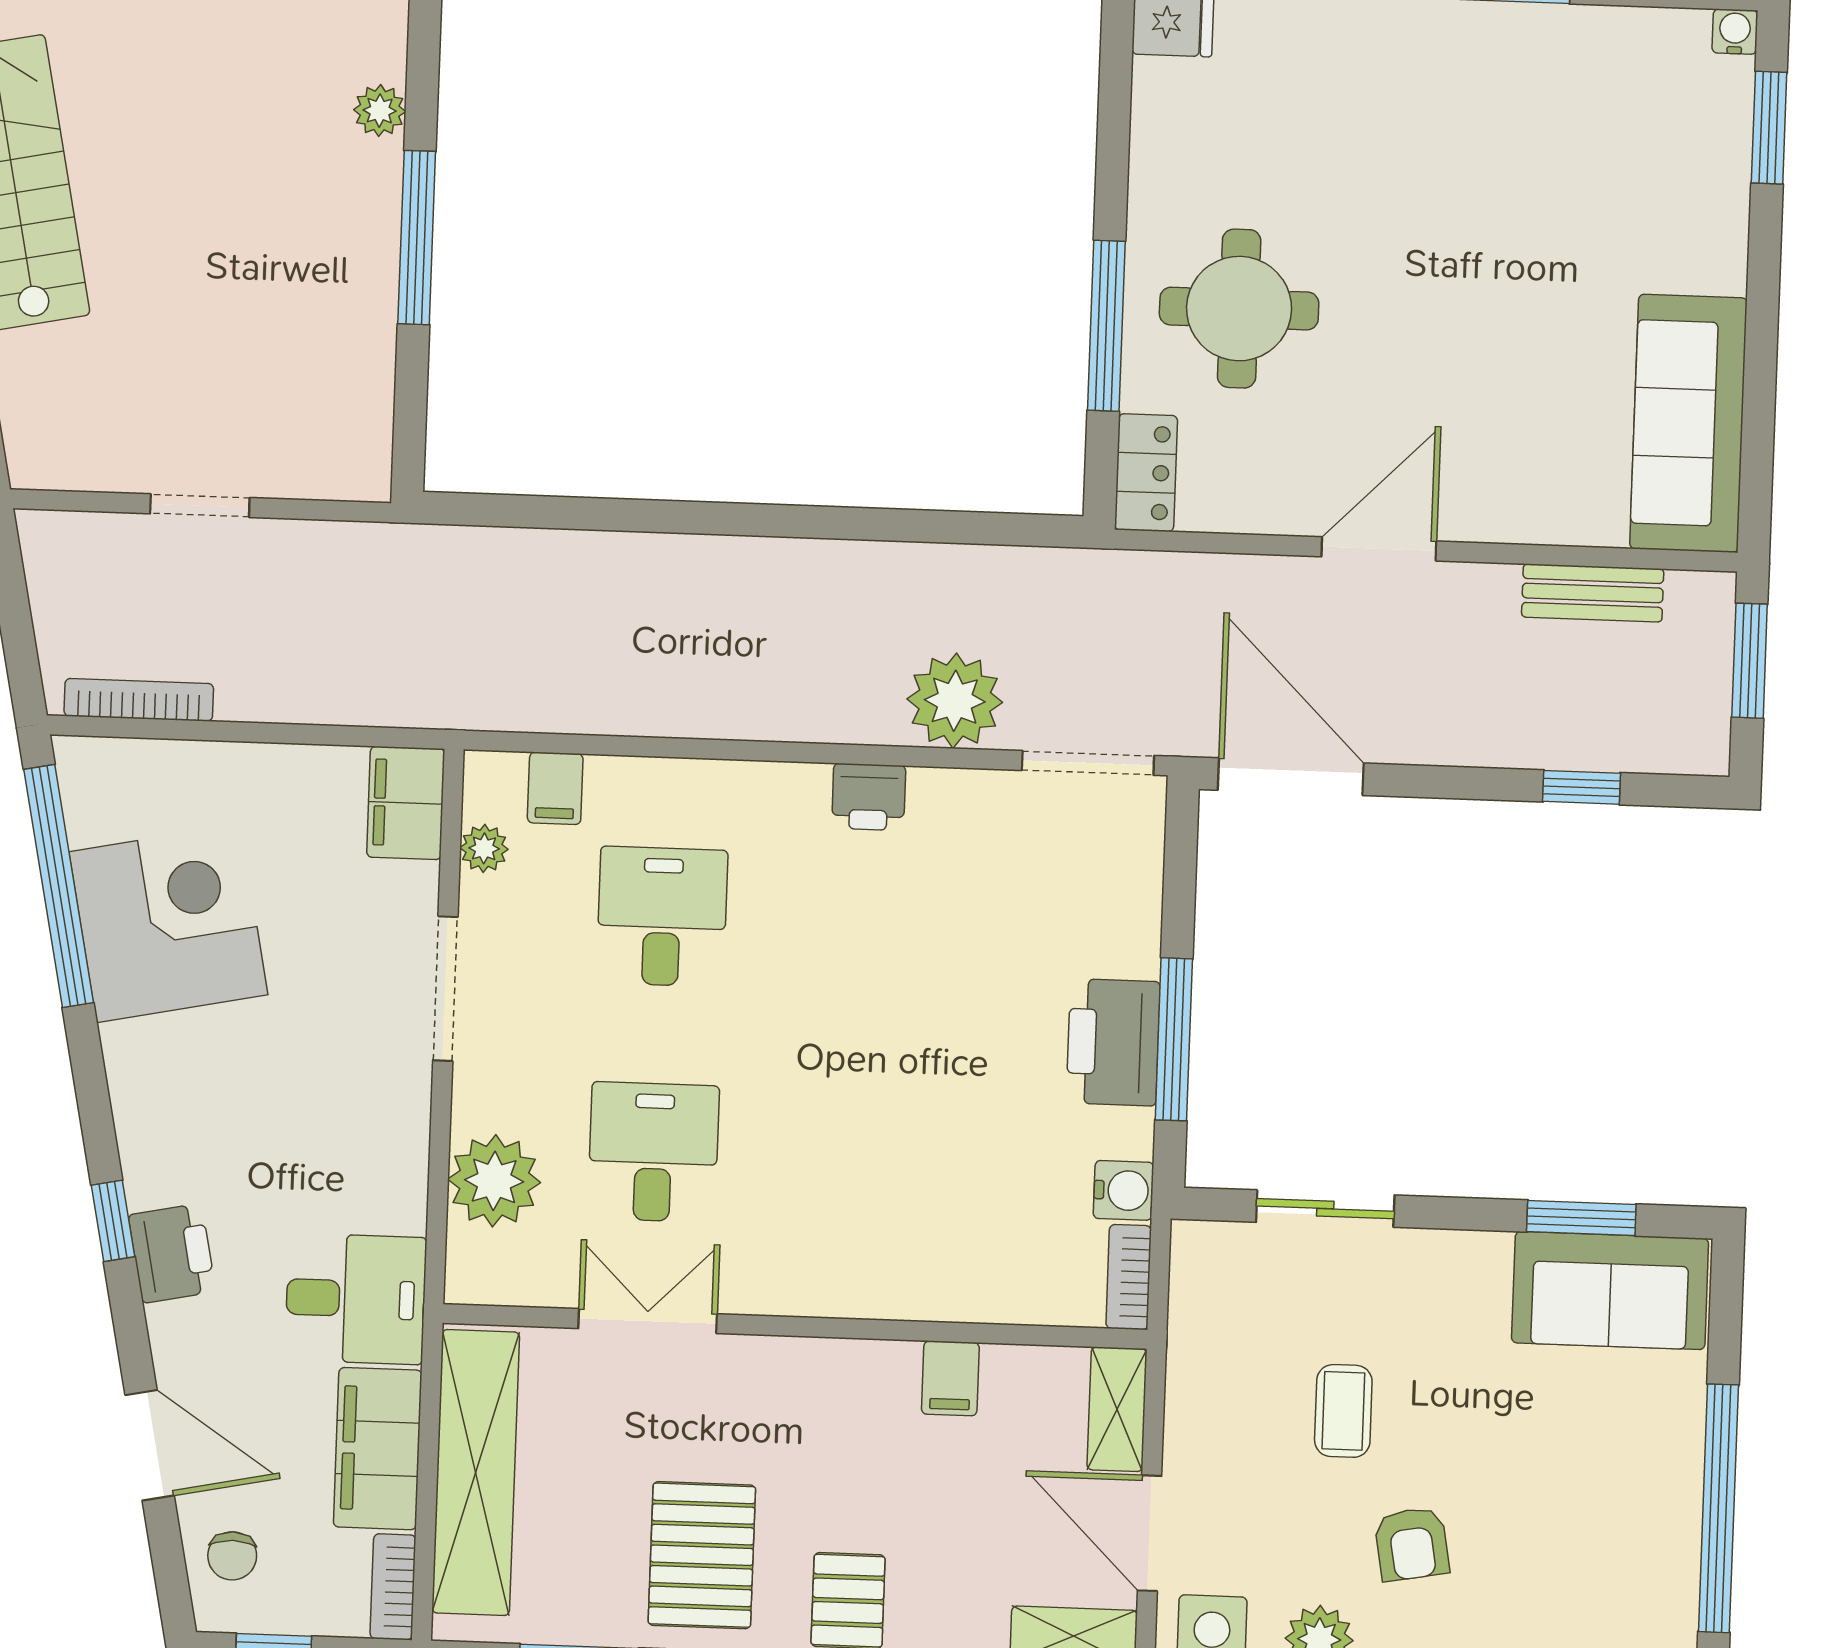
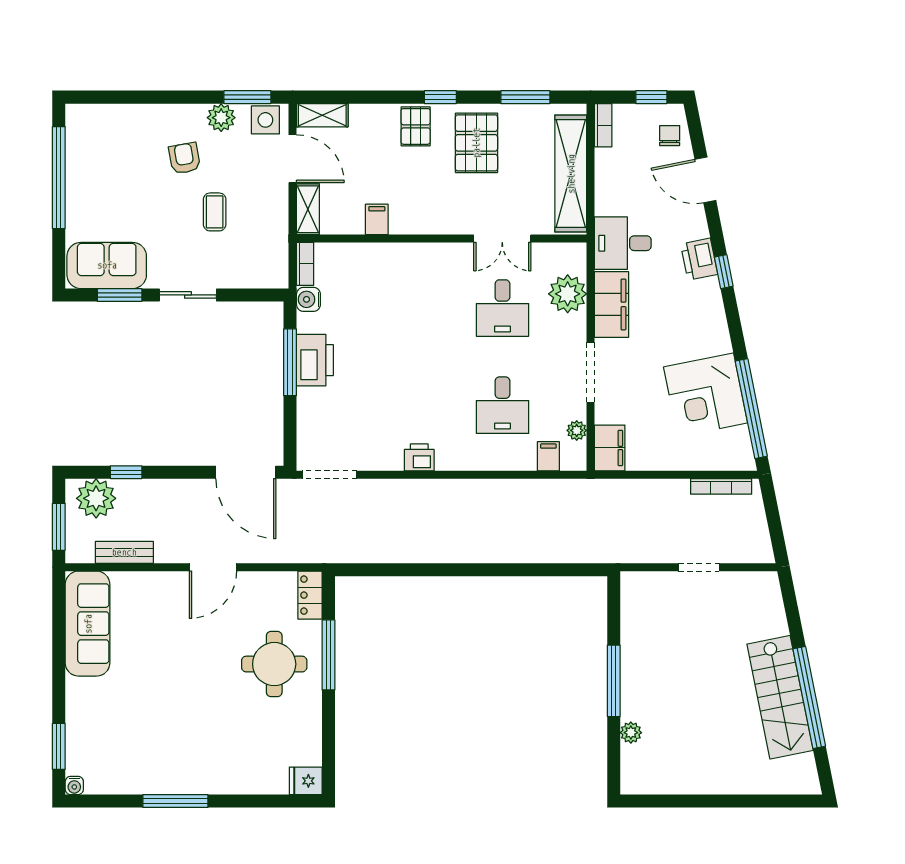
plant: (955, 701) -> (96, 498), moved
sliding door: (1325, 1209) -> (188, 295), moved
filing cabinet: (378, 1449) -> (611, 304), moved

